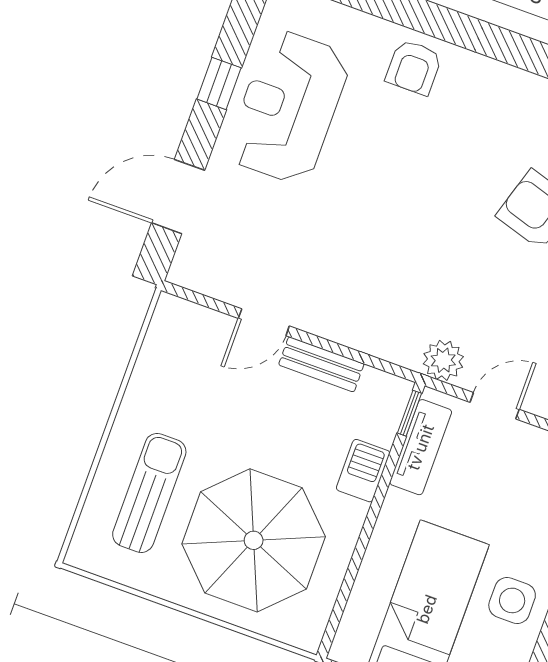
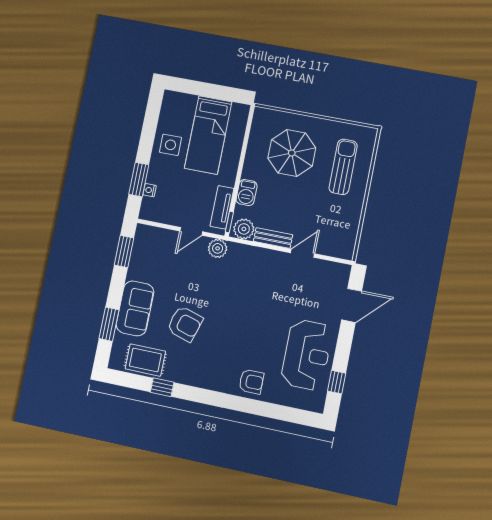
armchair: (414, 67) -> (251, 382), turned 90
window: (219, 83) -> (337, 382), moved
plant: (381, 393) -> (244, 229), added
sun lounger: (149, 493) -> (343, 167), turned 180
parasol: (254, 540) -> (292, 153), width x0.73, depth x0.73

